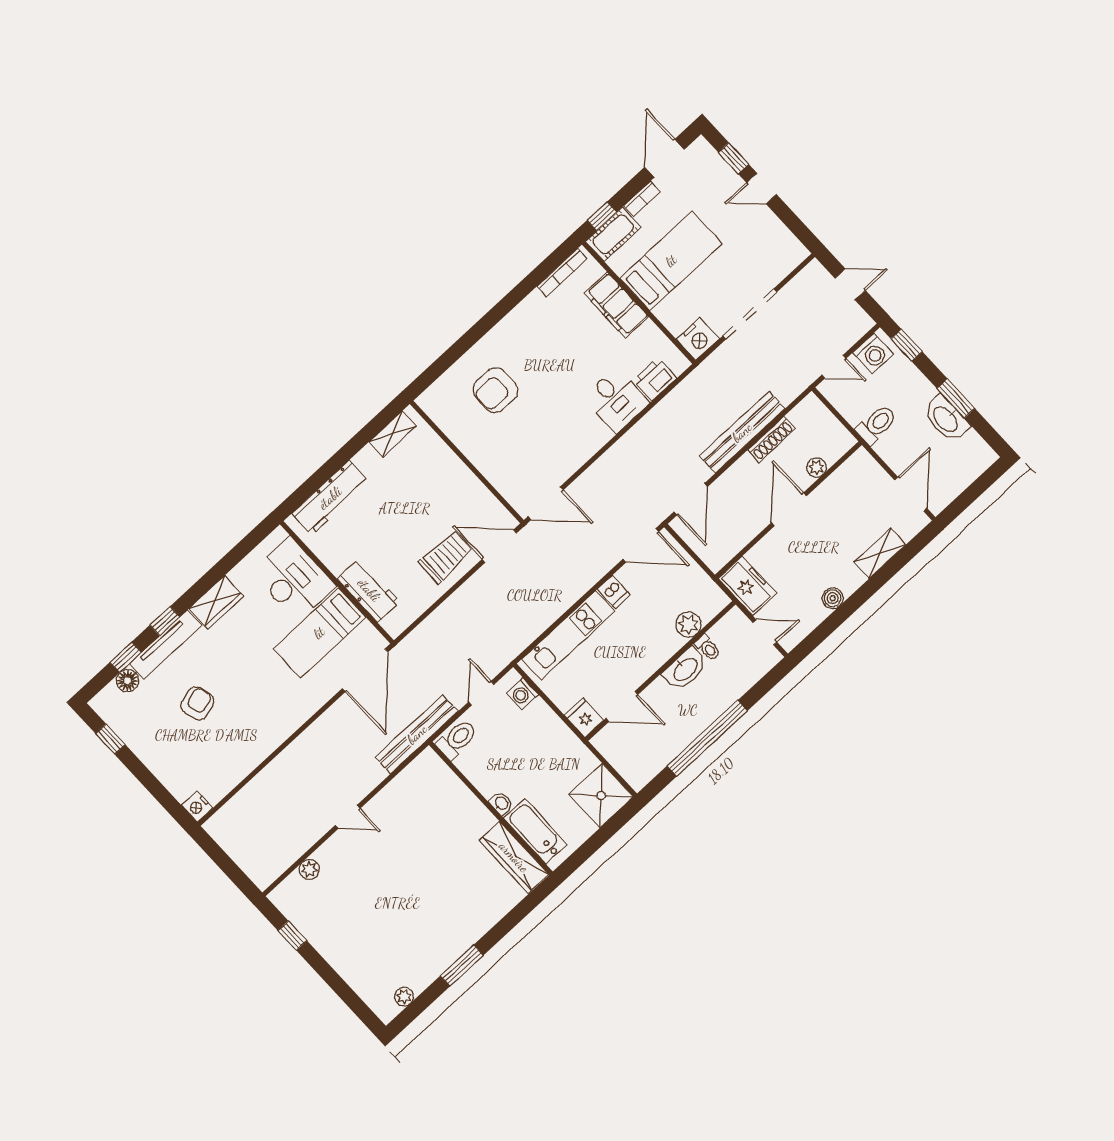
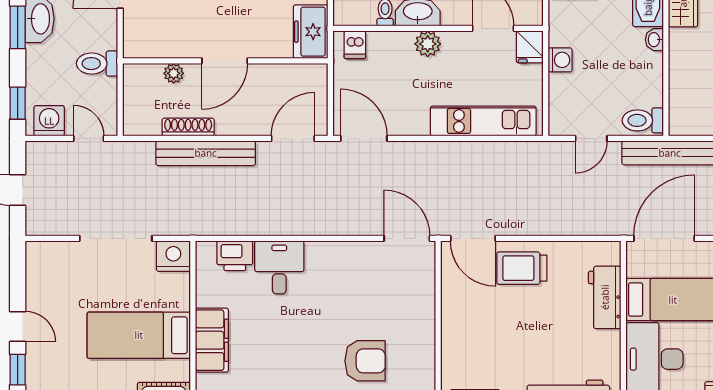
dishwasher: (614, 592) -> (355, 45), moved, turned 180
plant: (688, 625) -> (428, 44), moved
washing machine: (522, 694) -> (560, 60), moved

